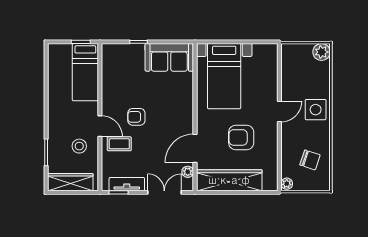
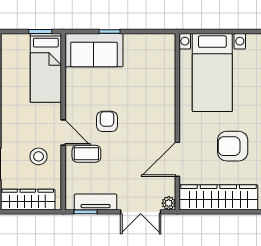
sofa: (169, 57) -> (94, 50), moved
armchair: (136, 117) -> (107, 121), turned 90
plant: (188, 172) -> (169, 203), moved
double door: (164, 192) -> (141, 212), swing flipped

